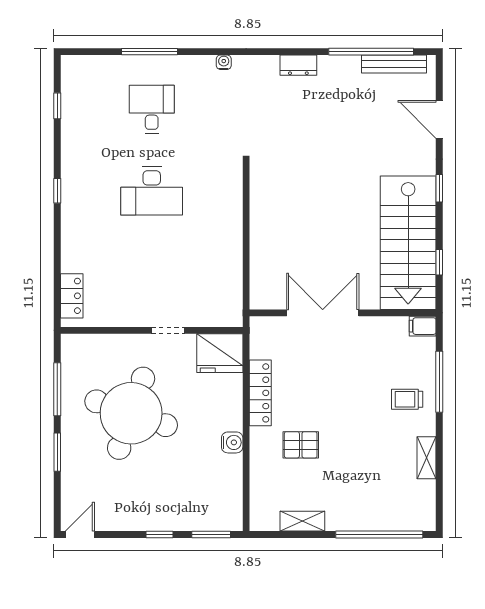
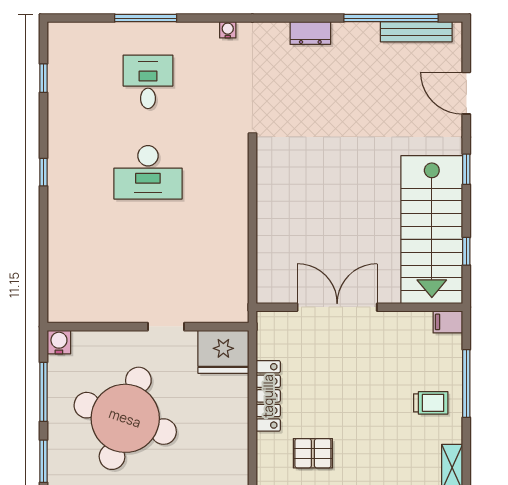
locker: (72, 296) -> (60, 288), removed
trolley: (407, 399) -> (431, 403), turned 180
water cooler: (232, 442) -> (59, 342), moved, turned -90

